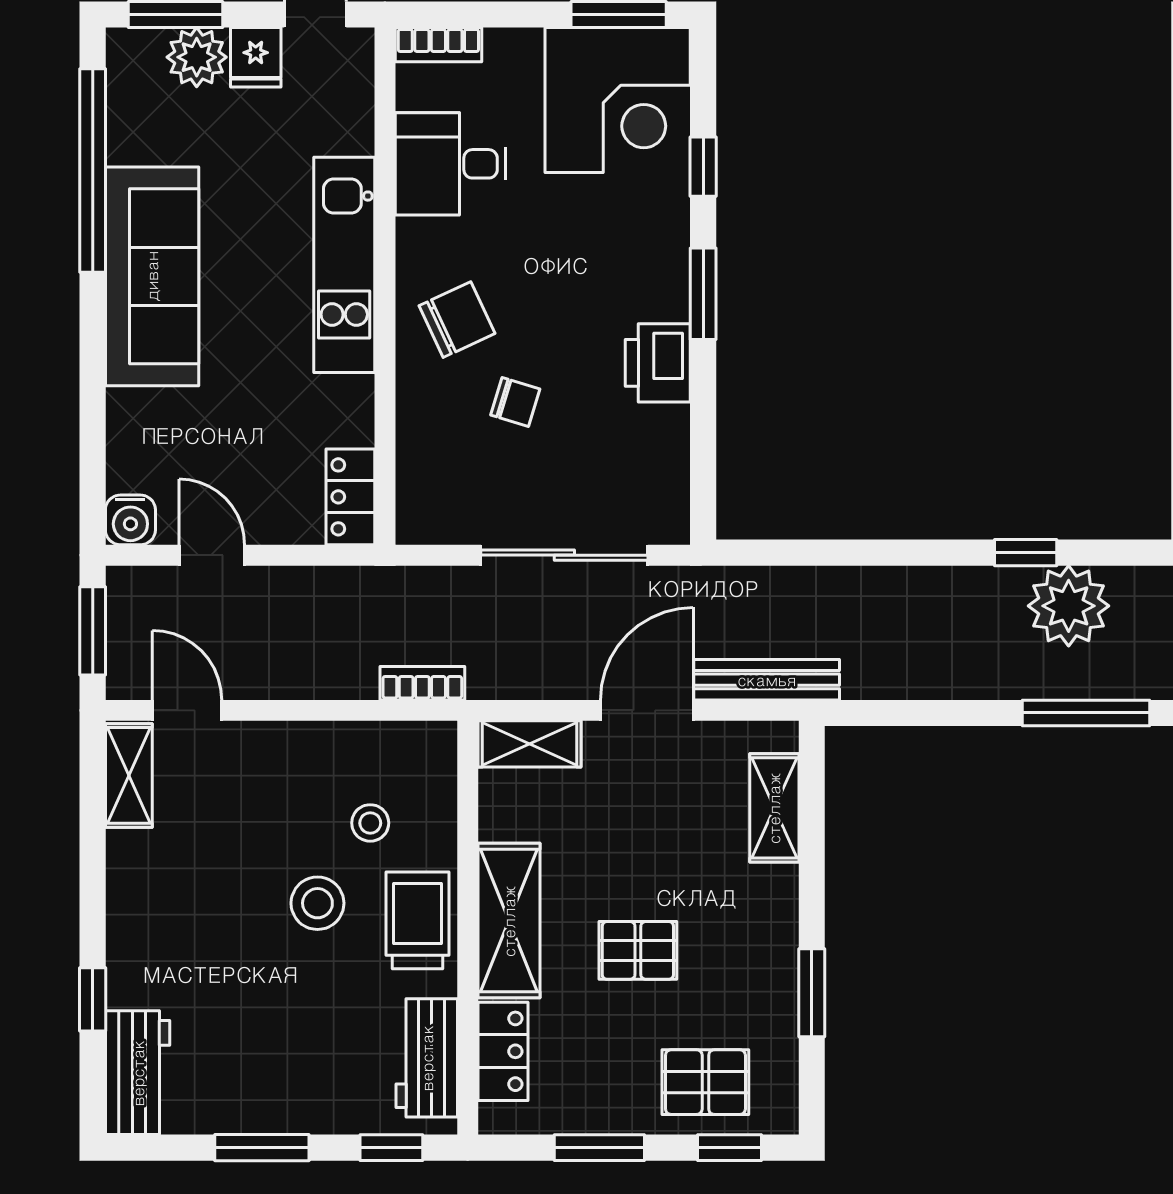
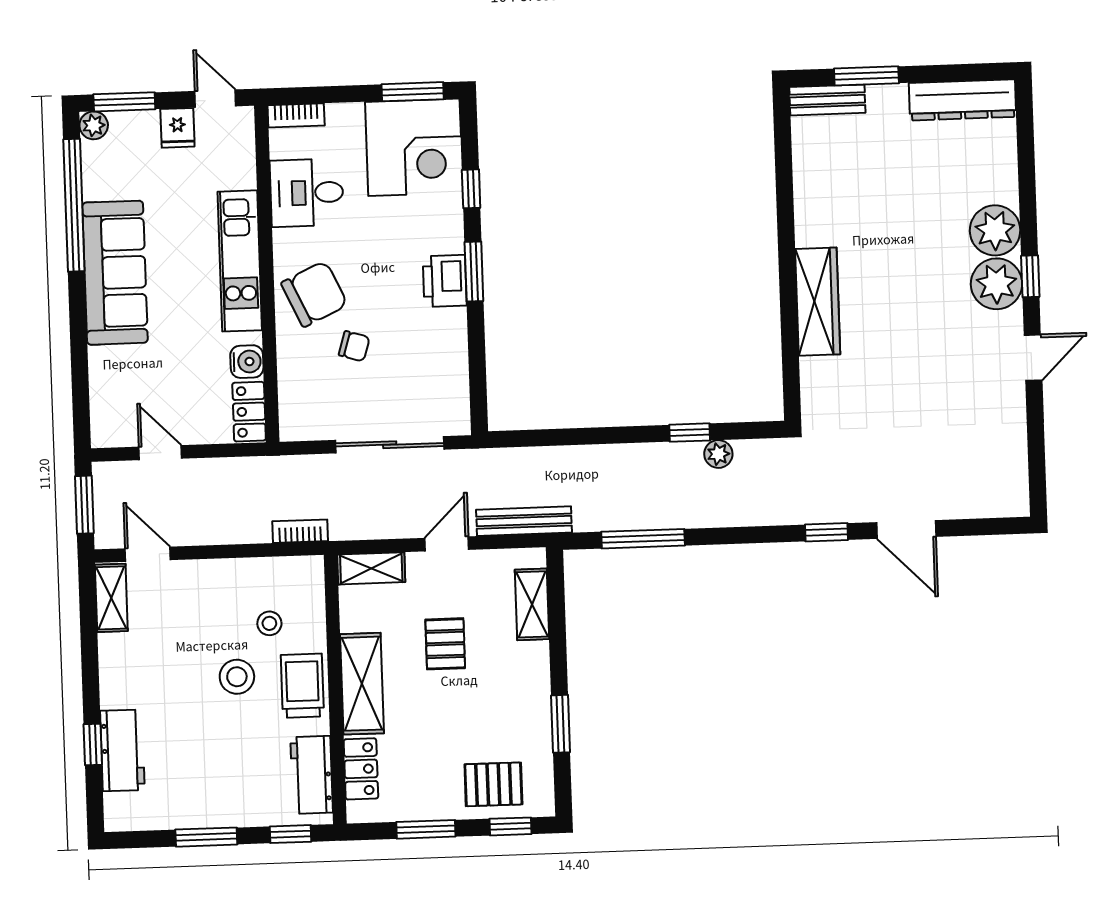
plant: (197, 57) -> (94, 125), moved, width x0.73, depth x0.73
chair: (457, 320) -> (314, 294), width x1.37, depth x1.37
printer: (658, 363) -> (445, 281), moved
water cooler: (130, 520) -> (247, 362), moved, turned -90
plant: (1069, 606) -> (718, 454), width x0.53, depth x0.53
door: (647, 710) -> (447, 544), width x0.73
window: (1086, 713) -> (643, 539), moved
pallet: (638, 950) -> (445, 644), moved, turned 90
workbench: (138, 1073) -> (122, 750), moved

